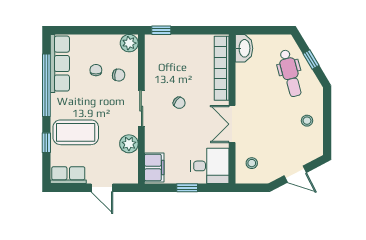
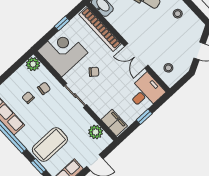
window: (161, 30) -> (62, 23), moved
corner desk: (167, 57) -> (63, 52), added
plant: (129, 144) -> (96, 132), moved

